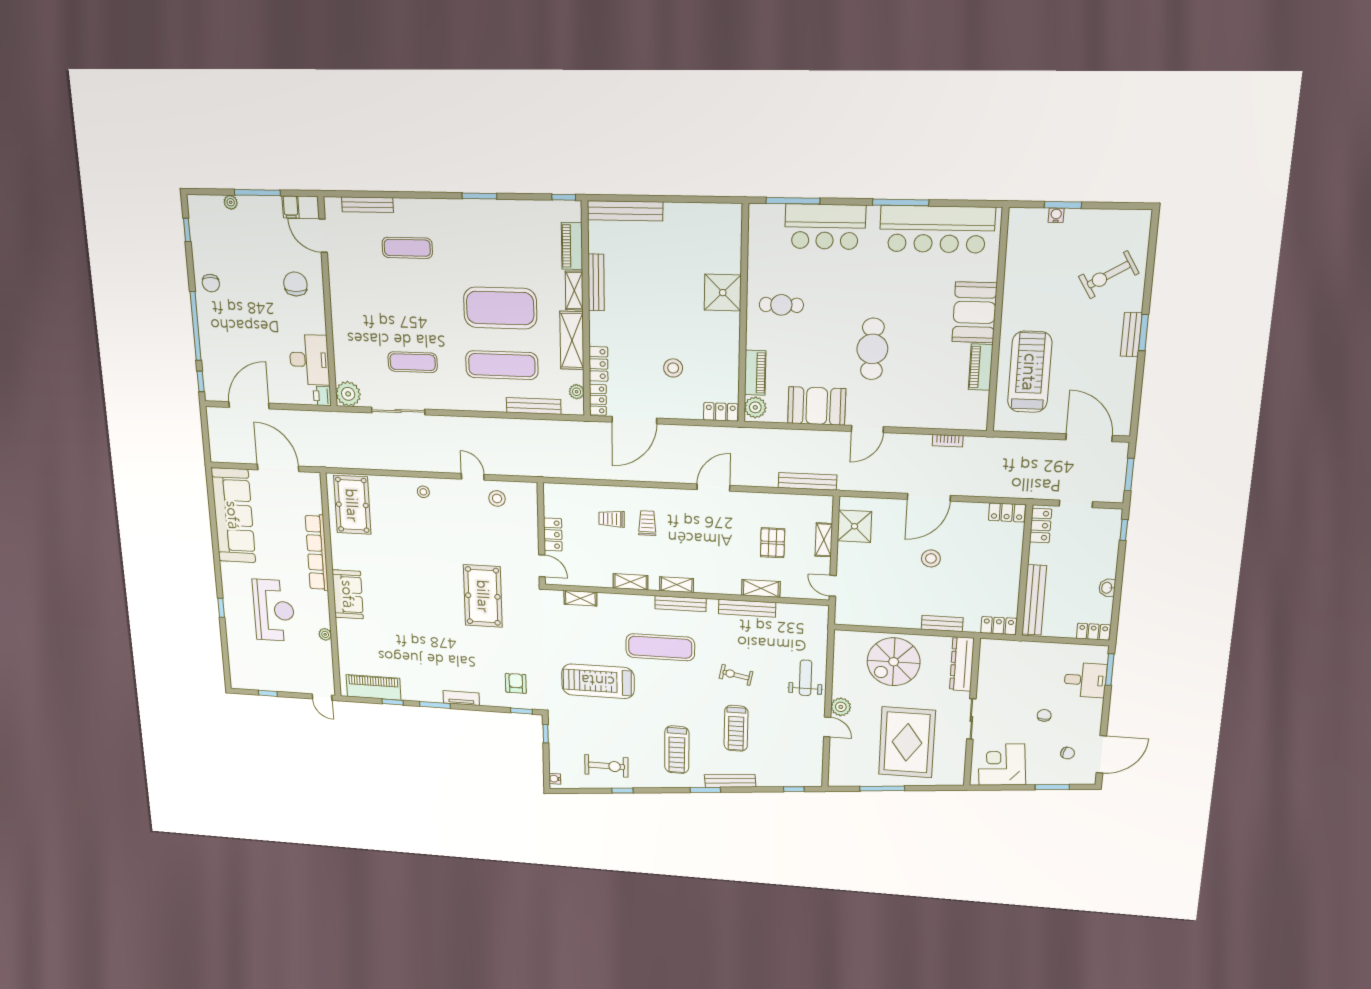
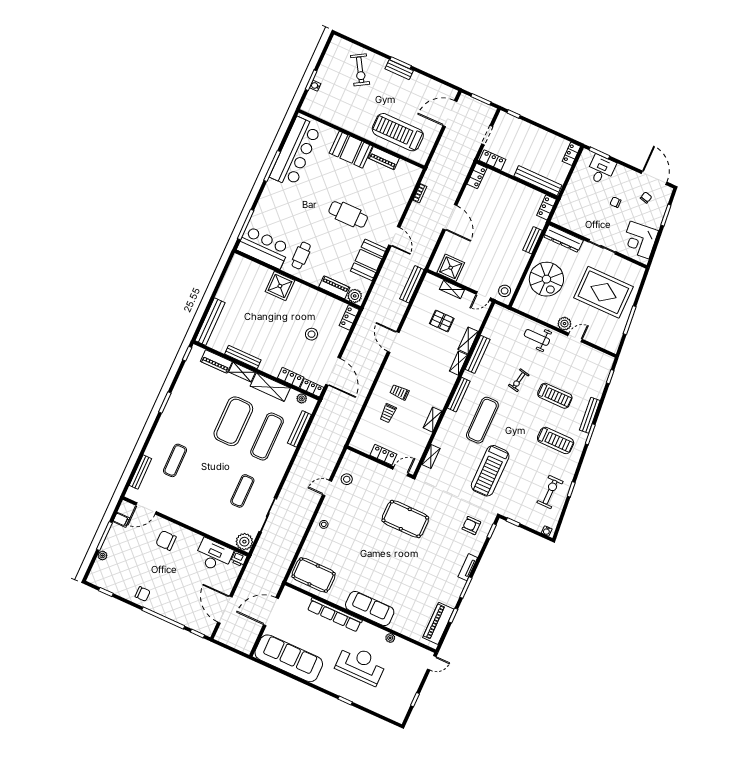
bar counter: (825, 227) -> (264, 248), moved, turned -90
stool: (931, 558) -> (505, 291), moved
shelving: (677, 585) -> (458, 363), moved
washbasin: (1107, 588) -> (546, 136), removed
sofa: (348, 594) -> (370, 608), width x1.36

